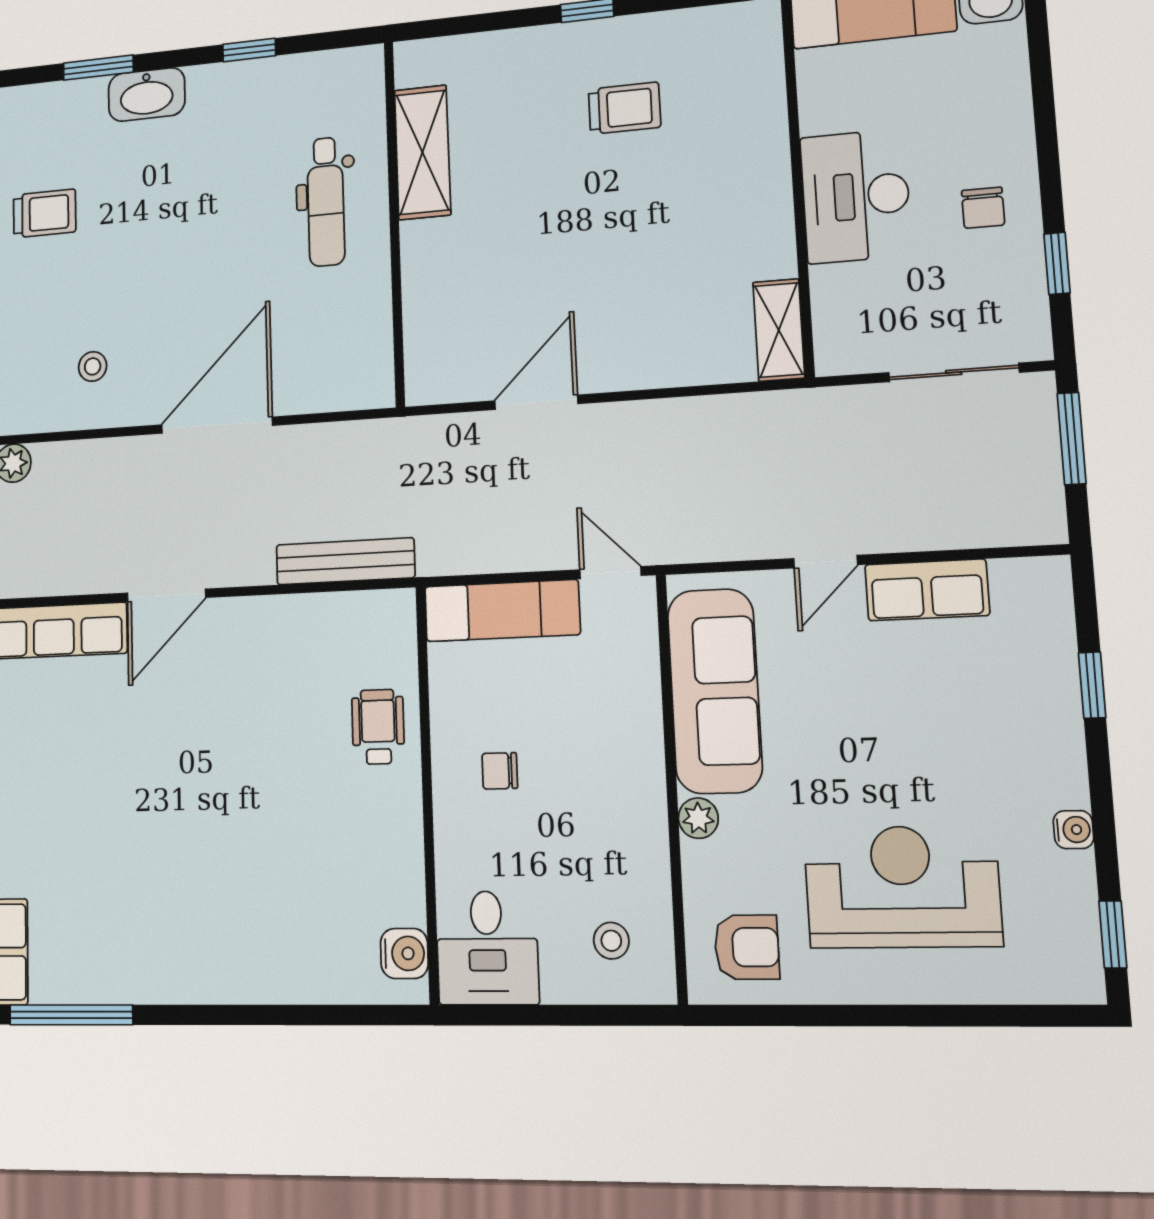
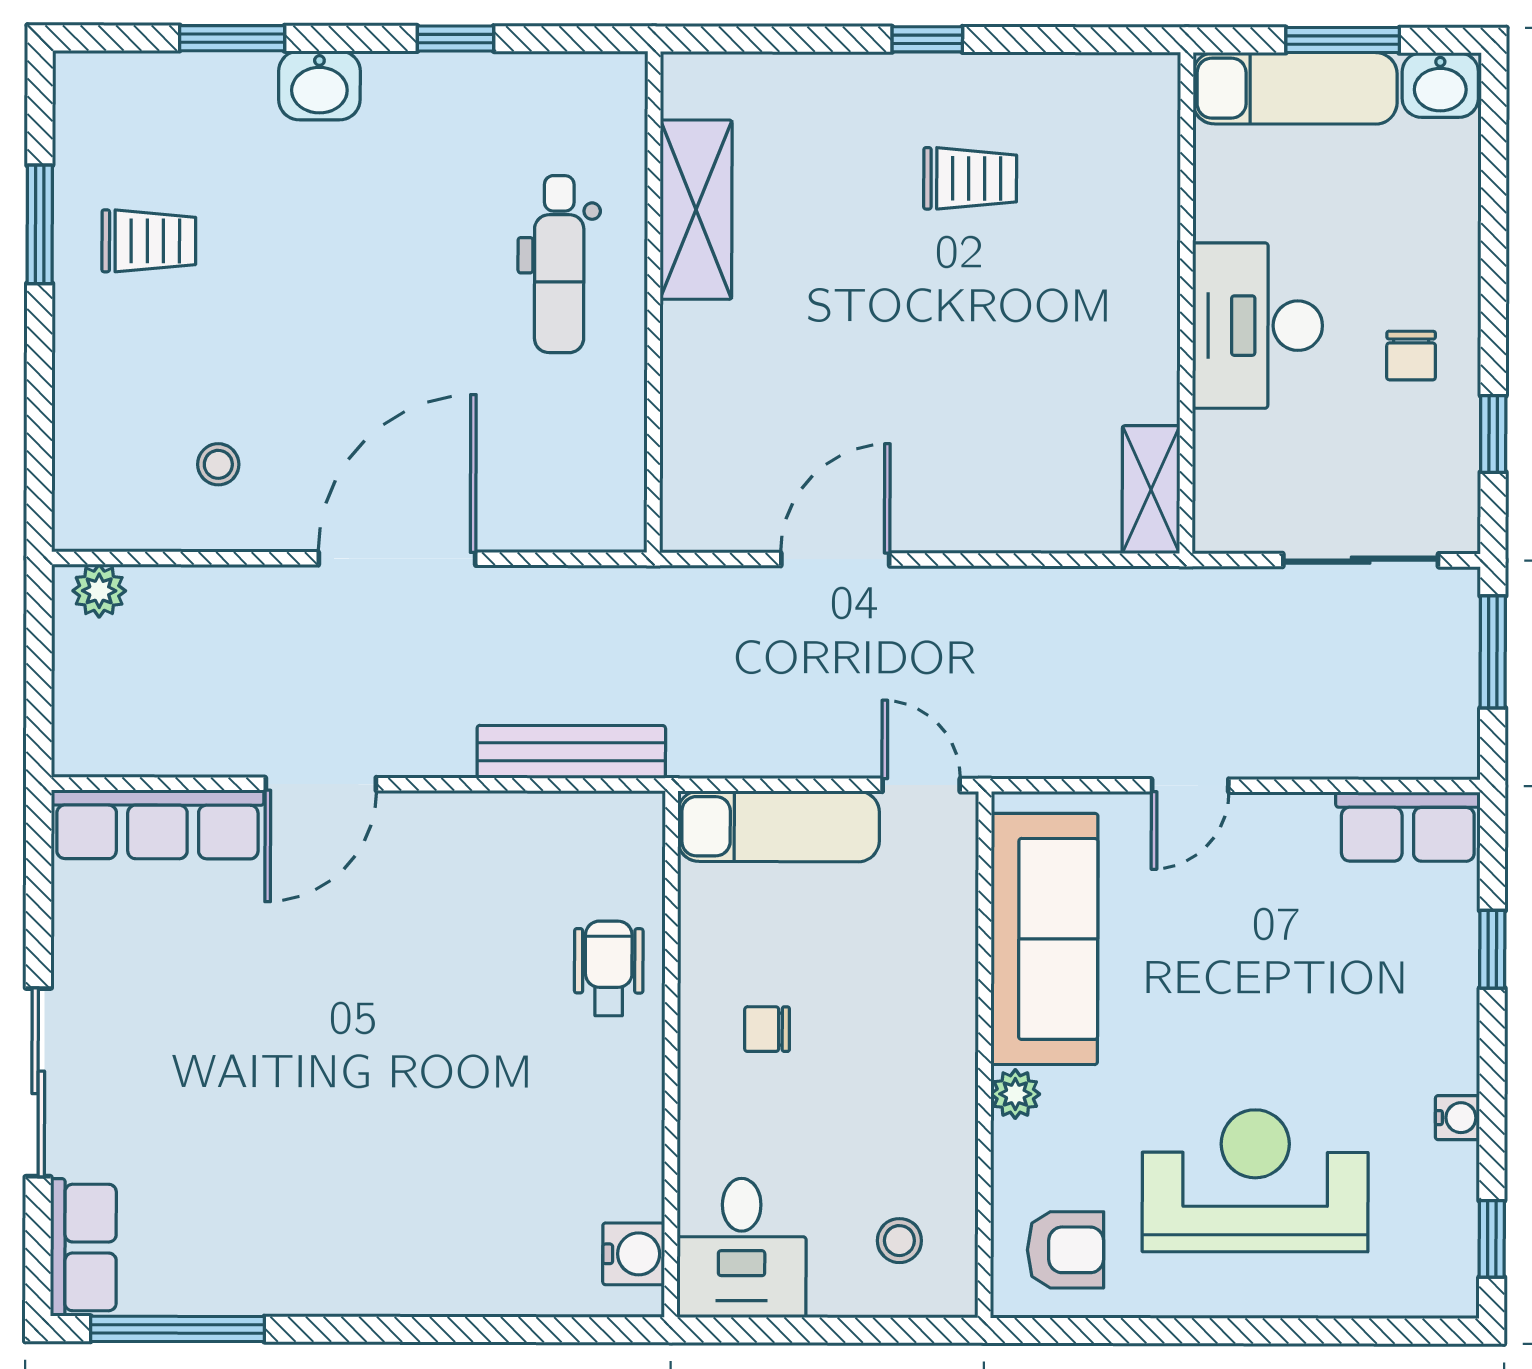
washbasin: (147, 94) -> (319, 85), width x0.72
row of seats: (927, 590) -> (1408, 827), moved

